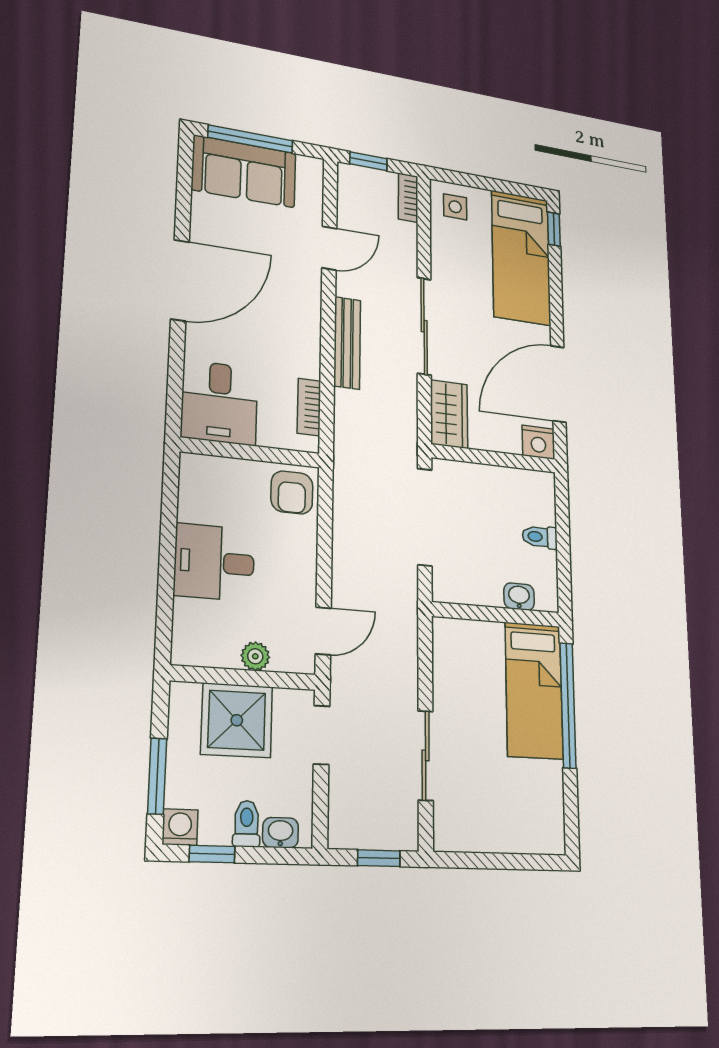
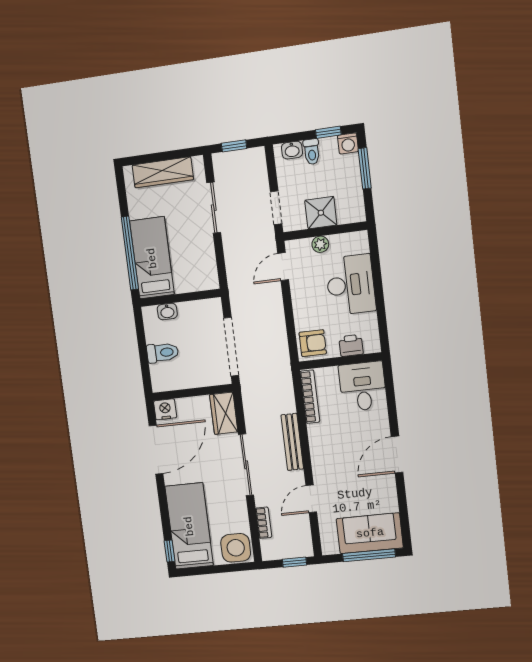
bookcase: (408, 198) -> (264, 523), moved
side table: (455, 207) -> (236, 548), width x1.87, depth x1.87
door: (180, 280) -> (397, 455), width x0.73
bookcase: (309, 407) -> (310, 397), width x1.56
printer: (229, 474) -> (351, 345), added
armchair: (292, 492) -> (313, 343), turned 90
toilet: (540, 537) -> (163, 353), width x1.37, depth x1.39
desk: (214, 562) -> (351, 285), width x1.37
shower: (237, 720) -> (321, 213), width x0.73, depth x0.73
wardrobe: (502, 833) -> (163, 172), added

